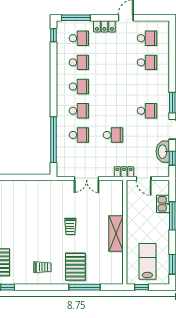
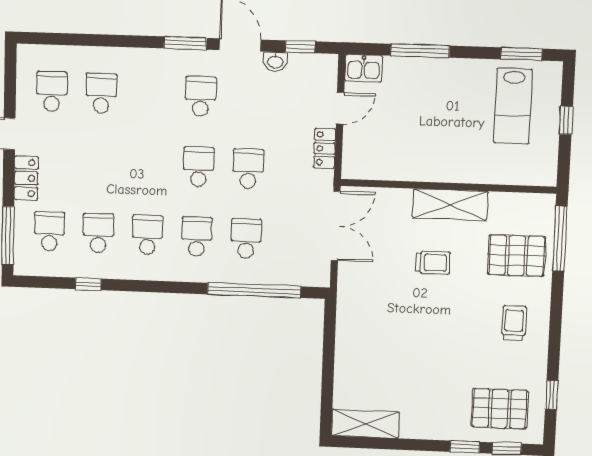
window: (53, 35) -> (88, 284), moved
school desk: (113, 111) -> (199, 167), added
washbasin: (163, 152) -> (275, 62), width x0.52, depth x0.69
double door: (87, 178) -> (336, 226), width x1.37
kitchen sink: (163, 204) -> (363, 68), moved
wall: (125, 232) -> (448, 186), moved
shelving: (116, 234) -> (450, 205), moved
lab bench: (147, 261) -> (513, 106), turned -90

